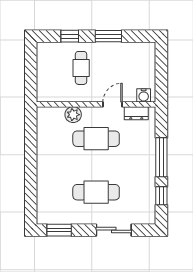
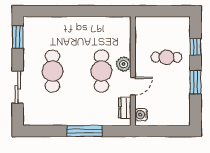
door: (113, 104) -> (133, 86), hinge flipped
plant: (73, 115) -> (124, 64), moved
window: (161, 196) -> (49, 131), removed

